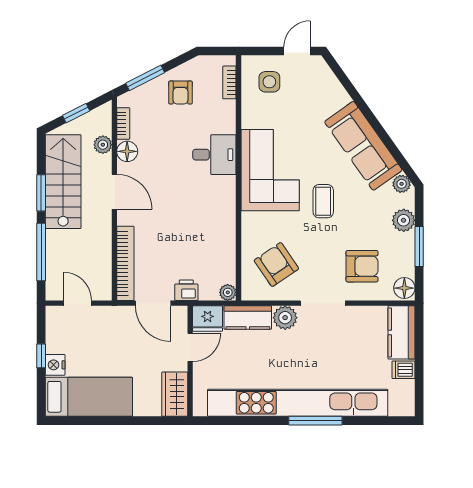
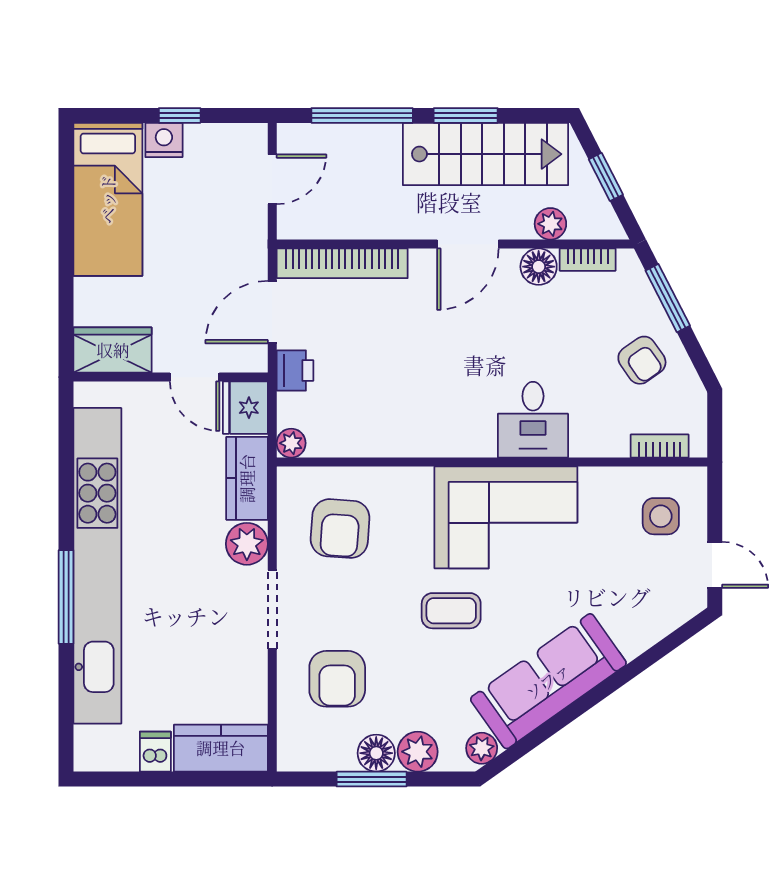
armchair: (180, 93) -> (642, 360), turned -125
armchair: (276, 264) -> (340, 529), turned 128
floor lamp: (404, 288) -> (376, 753), moved

